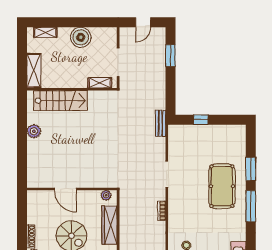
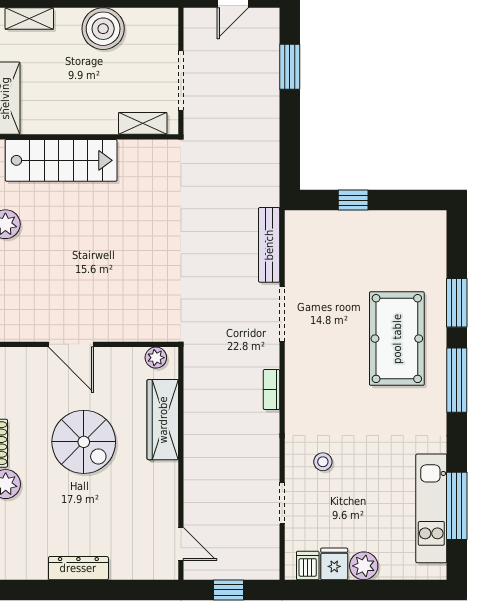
bench: (161, 123) -> (269, 245), moved, width x1.36

